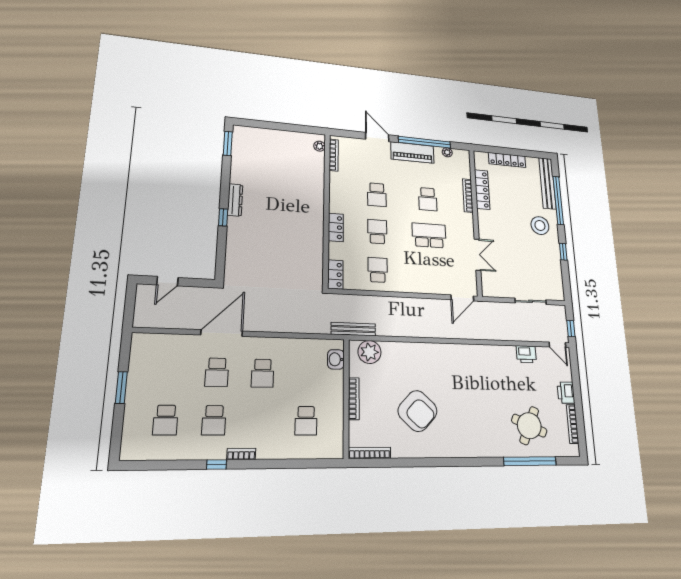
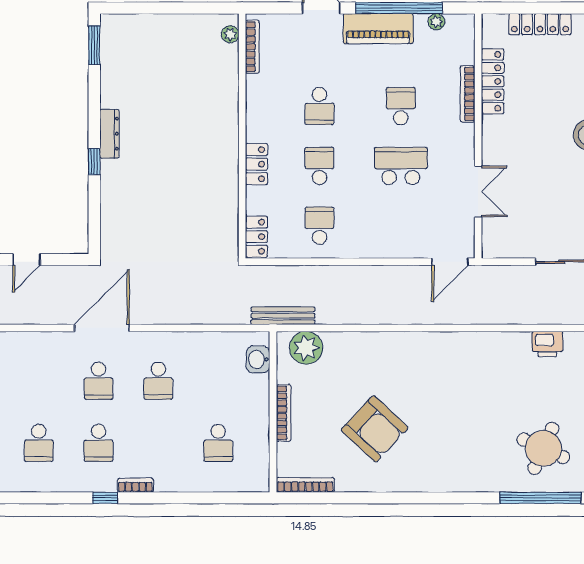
school desk: (428, 199) -> (401, 106), turned 180

